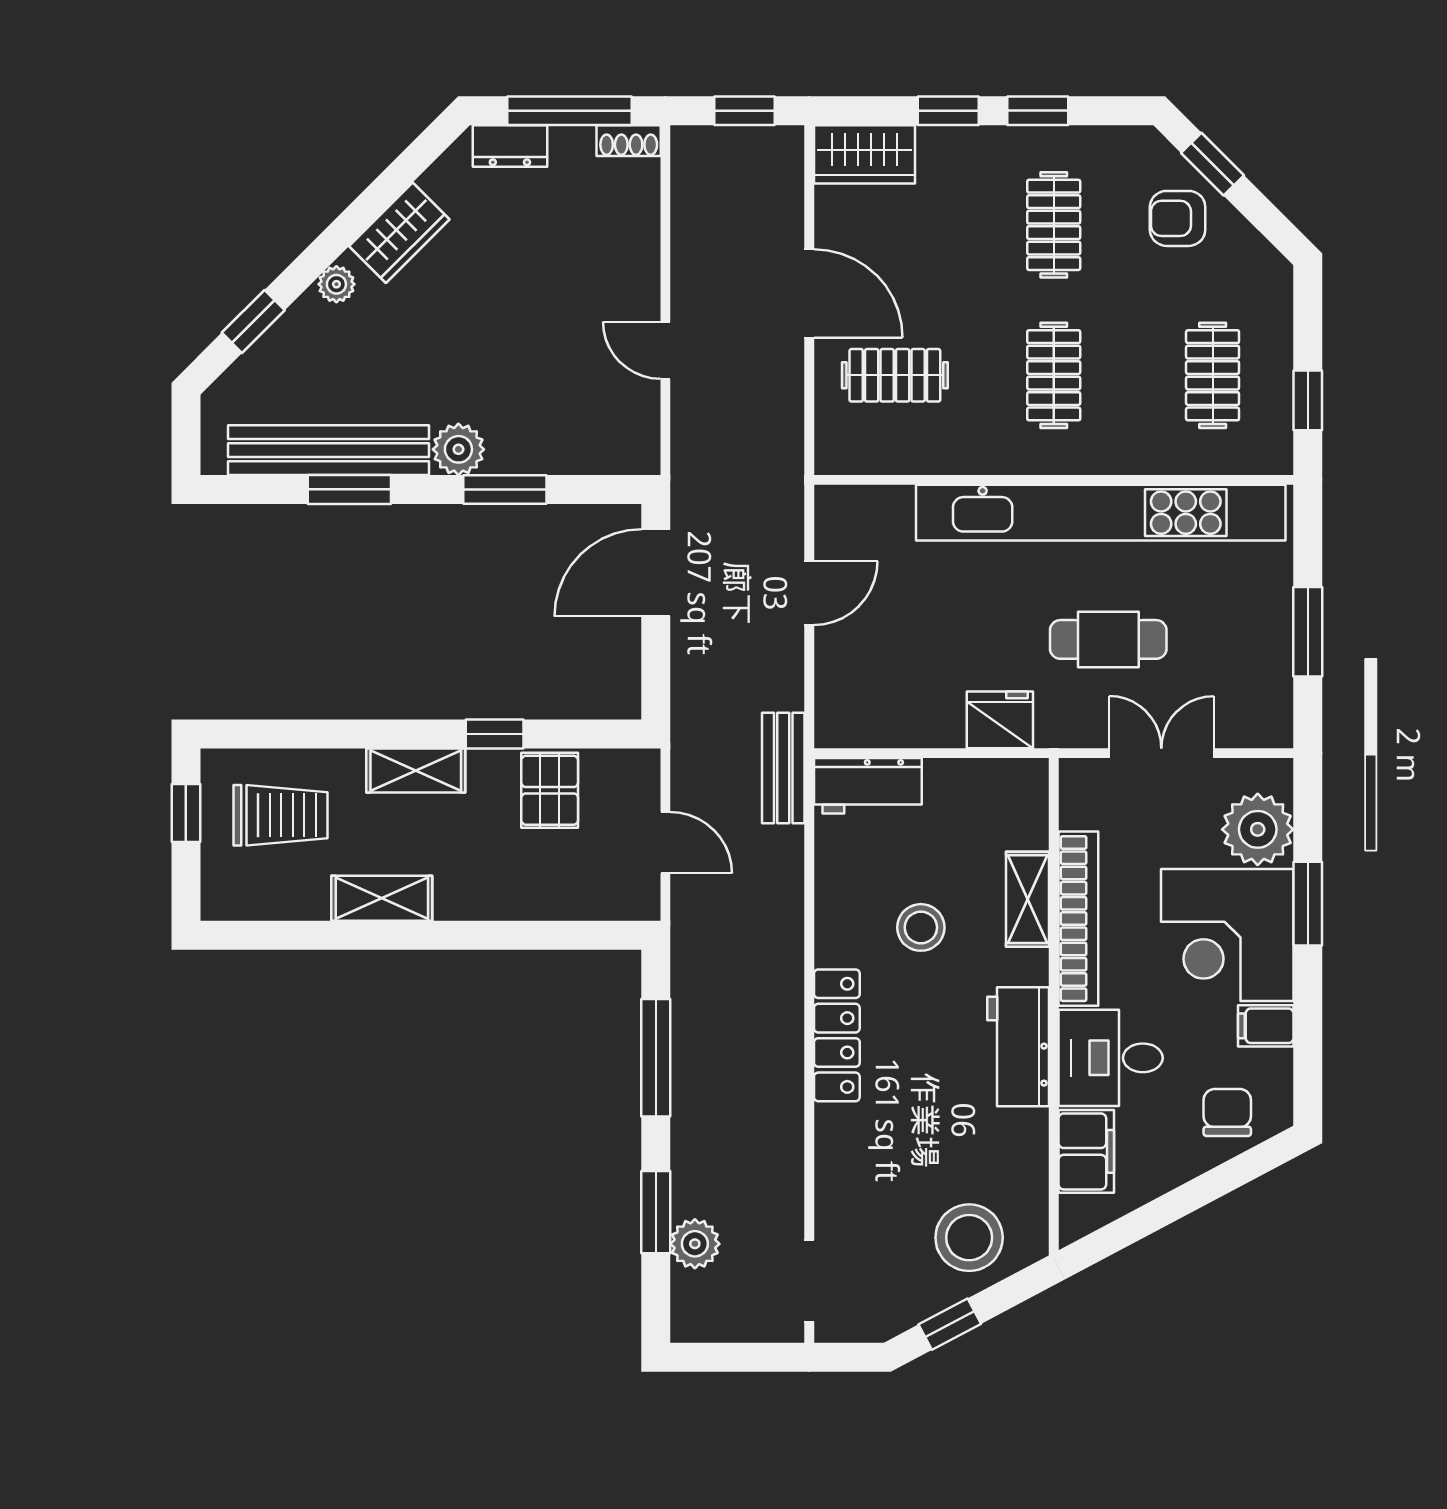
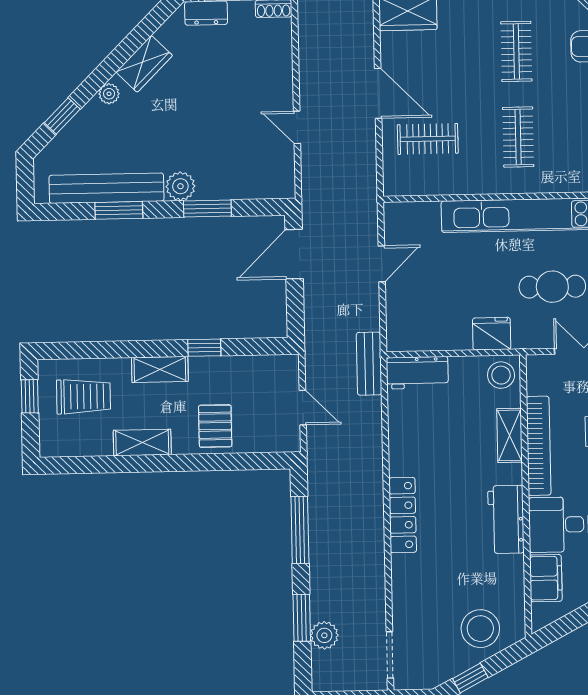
pallet: (550, 790) -> (215, 426), moved
stool: (921, 927) -> (501, 375), moved

